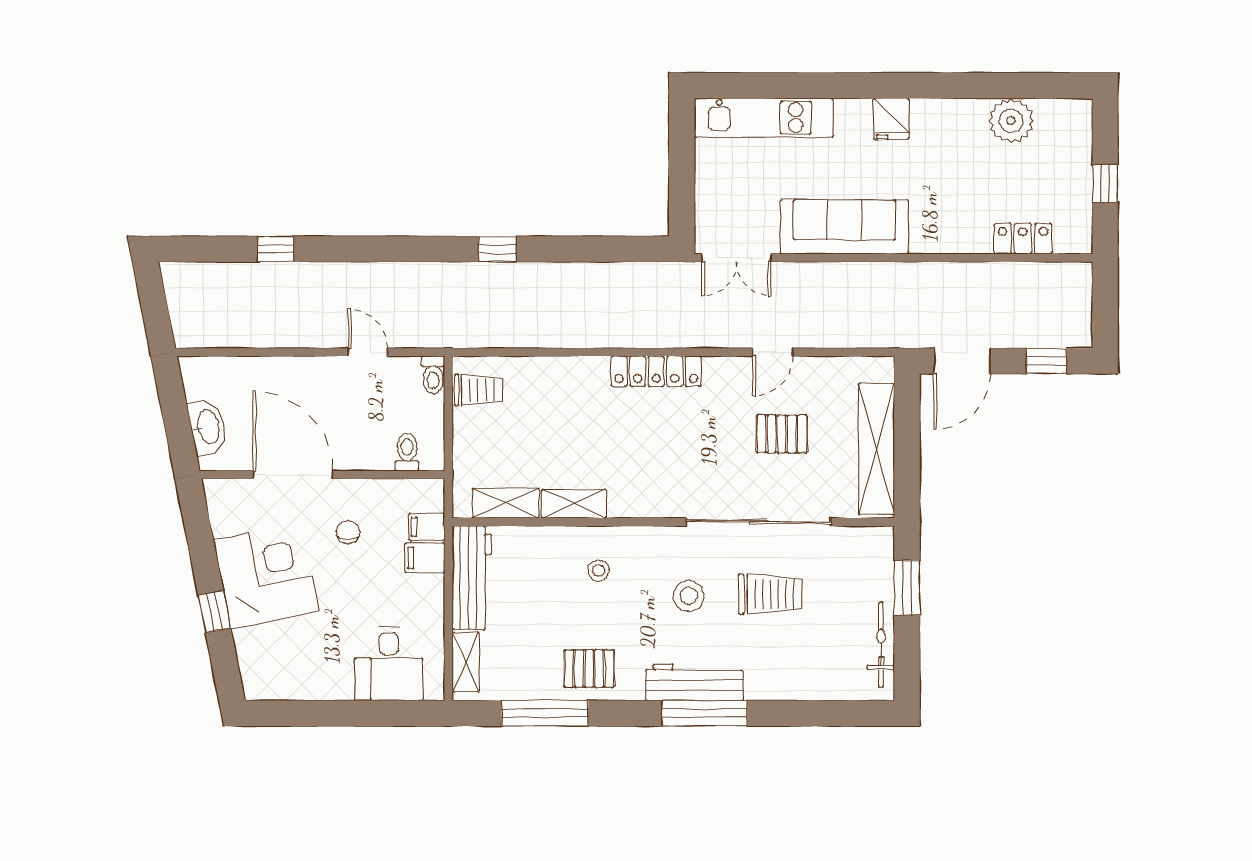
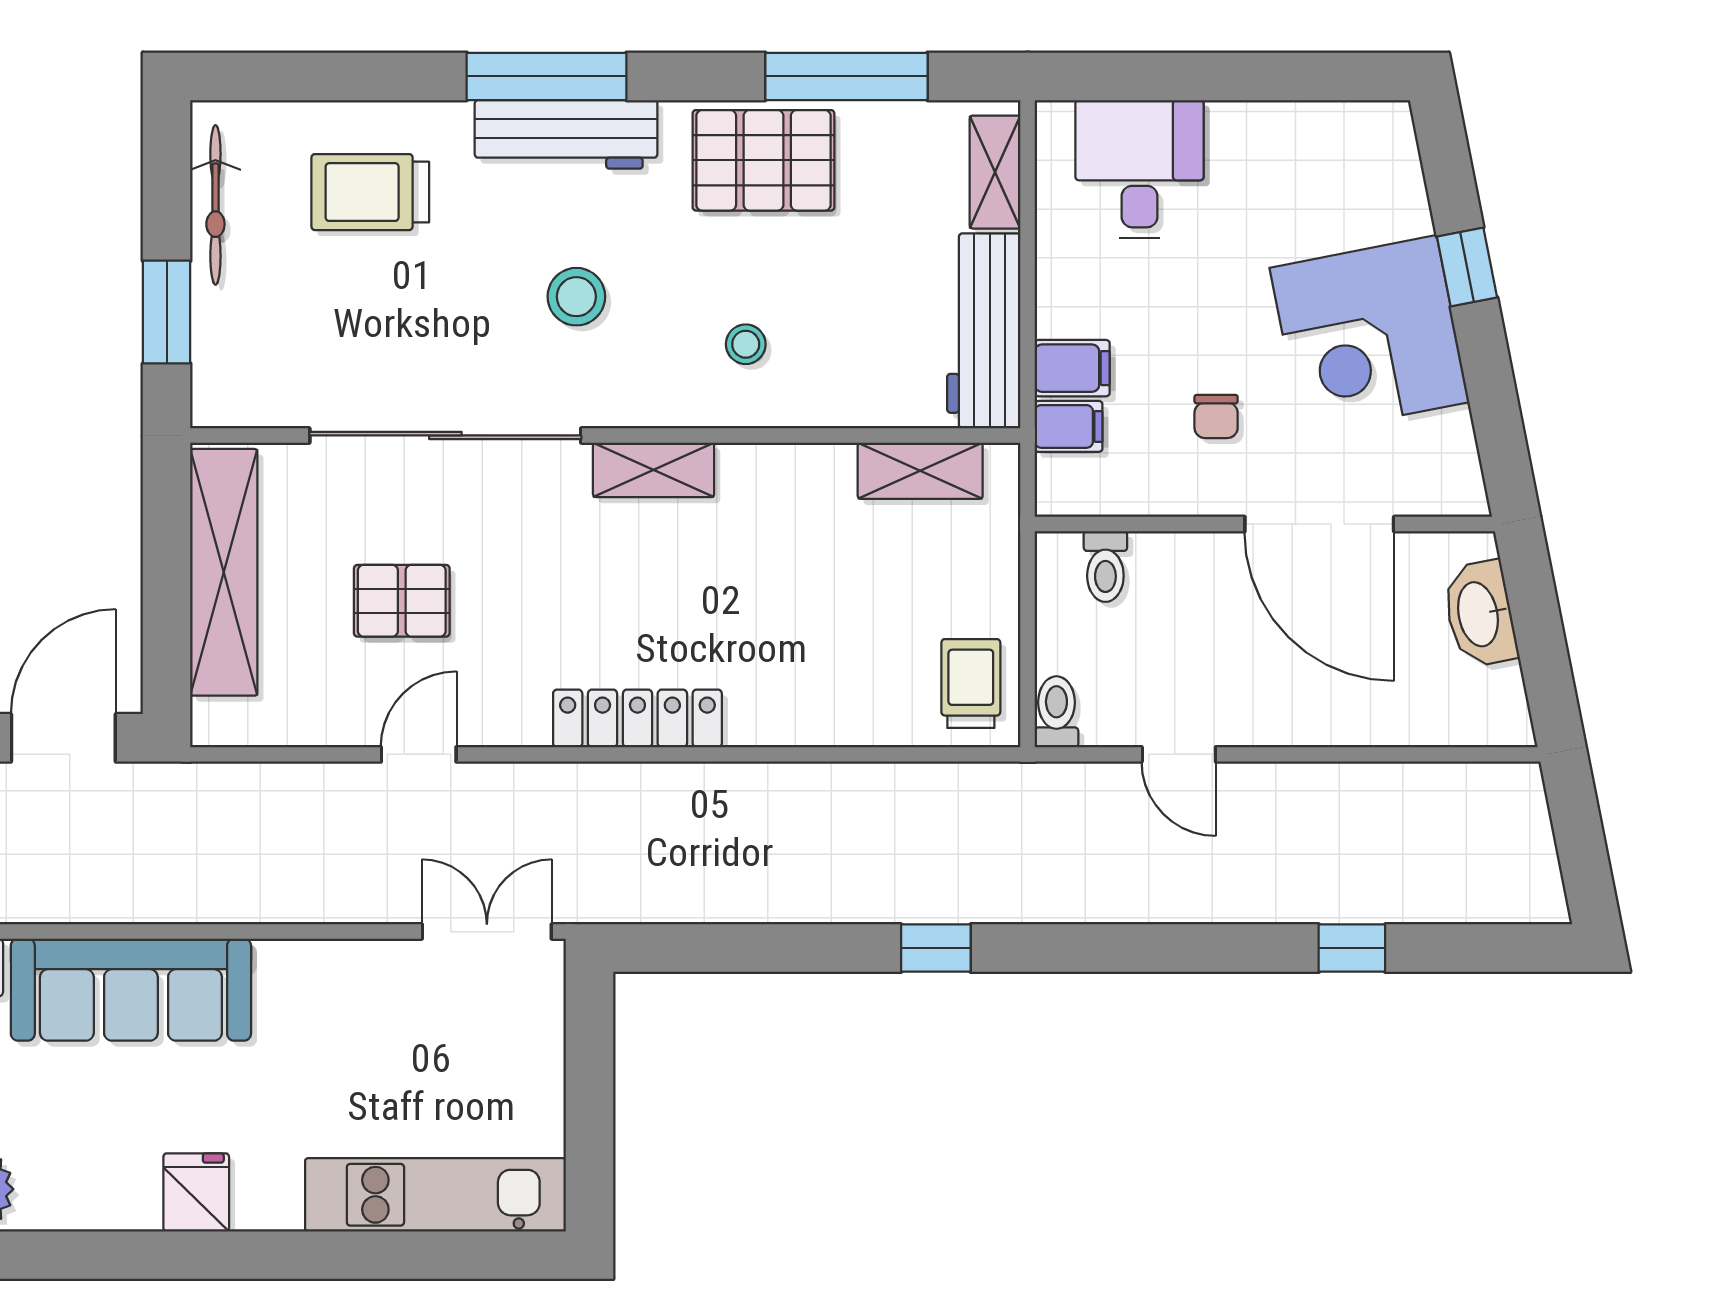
sofa: (844, 227) -> (131, 990), moved
trolley: (479, 390) -> (971, 684), turned 90
shelving: (574, 504) -> (654, 470), moved
trolley: (770, 594) -> (370, 192), moved
pallet: (589, 669) -> (763, 160), width x1.50, depth x1.42

